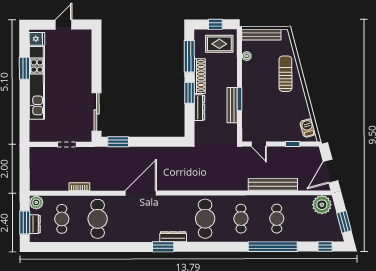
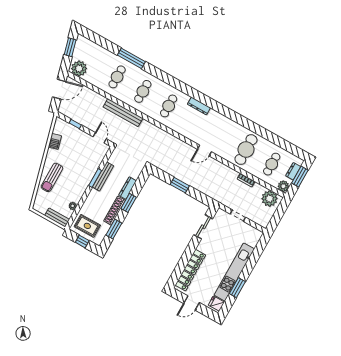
bench: (261, 35) -> (57, 217), width x0.73
window: (189, 56) -> (114, 229), width x0.69
locker: (84, 59) -> (190, 270), added
sliding door: (97, 112) -> (203, 227), width x0.73
barbecue: (308, 128) -> (55, 141), moved
window: (118, 142) -> (180, 185), moved
plant: (44, 181) -> (270, 199), added
bench: (273, 184) -> (123, 113), moved
door: (141, 193) -> (204, 150), width x0.53
cafe table: (205, 219) -> (169, 106), width x0.73, depth x0.74
window: (163, 247) -> (210, 103), removed
window: (273, 247) -> (131, 58), width x0.68
window: (325, 247) -> (94, 37), removed

